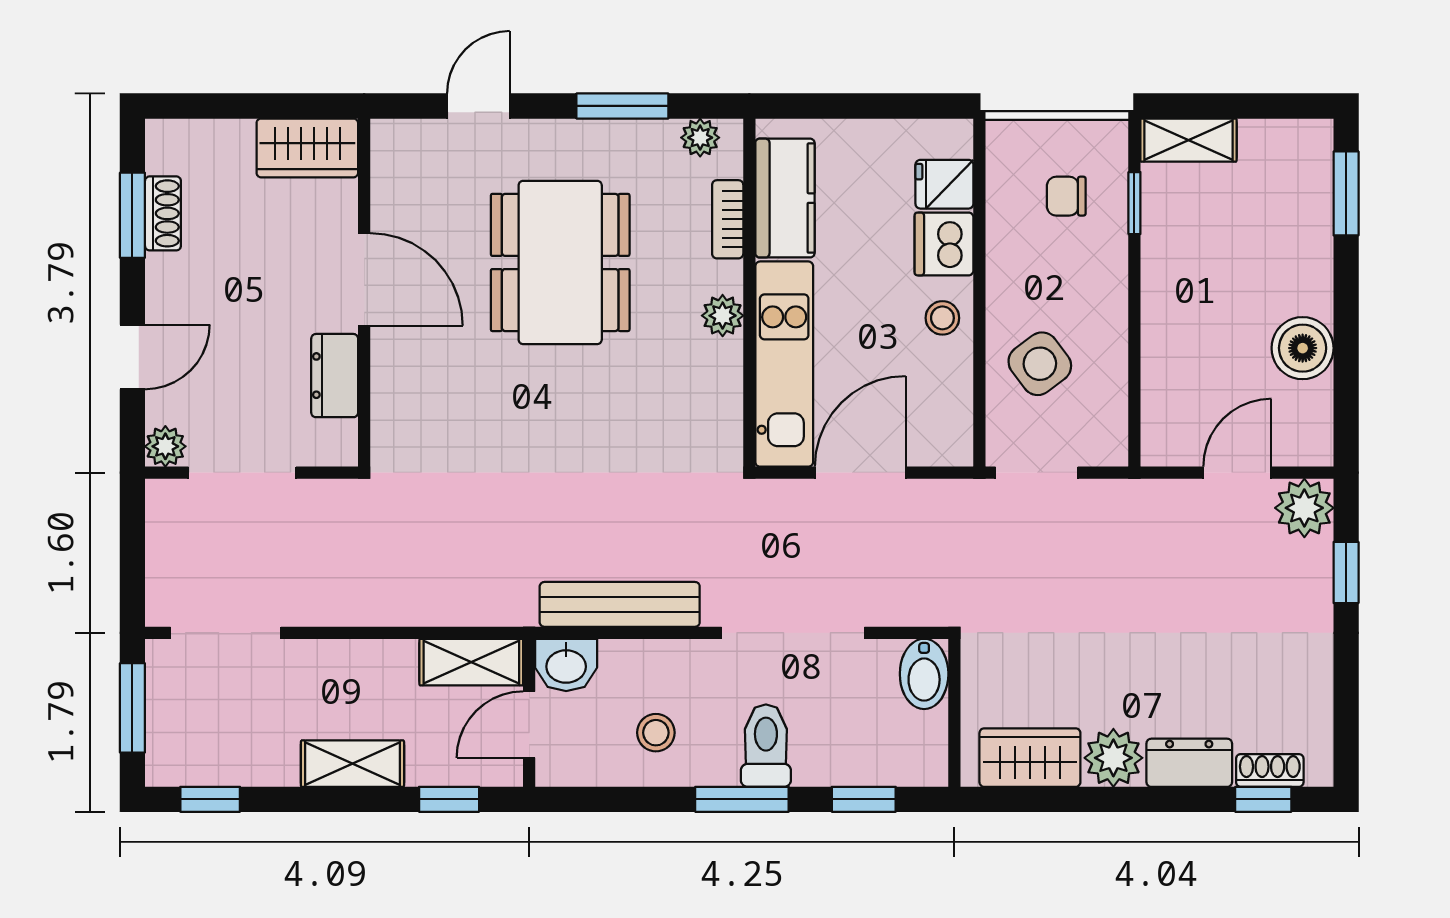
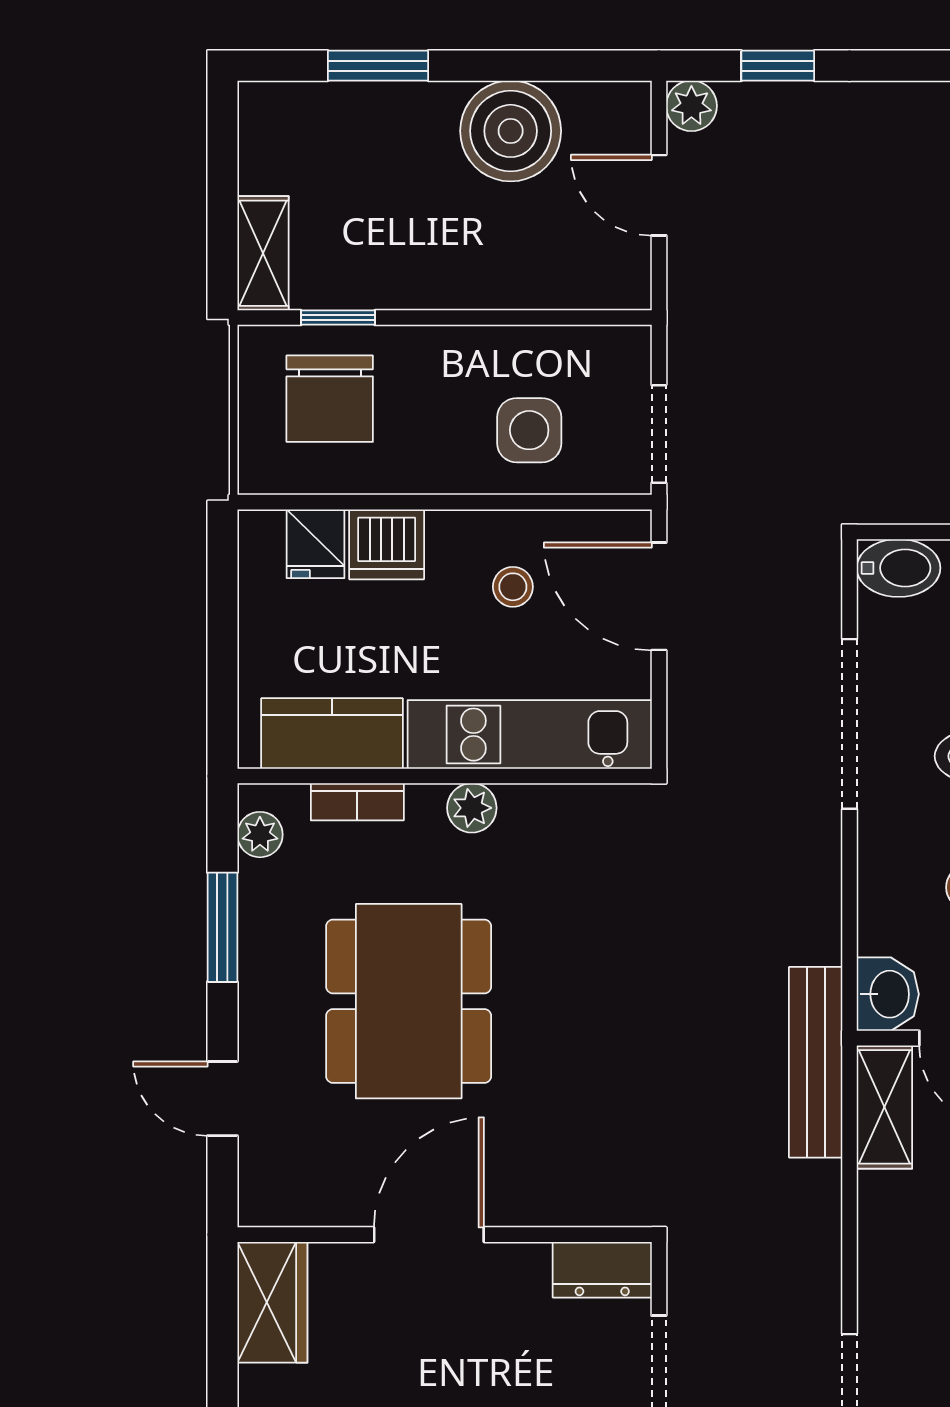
window: (1346, 193) -> (378, 66), moved
chair: (1066, 196) -> (330, 399), width x1.87, depth x1.87
dining table: (560, 262) -> (409, 1001), turned 90
stool: (942, 318) -> (513, 587), moved
boiler: (1303, 348) -> (511, 131), width x1.37, depth x1.37
side table: (1040, 364) -> (529, 430), turned 37
dresser: (335, 376) -> (602, 1270), moved
door: (860, 473) -> (659, 596), moved
plant: (1304, 508) -> (691, 106), width x0.73, depth x0.73
bench: (620, 604) -> (816, 1062), moved

